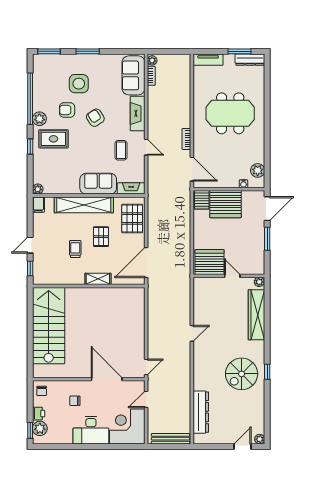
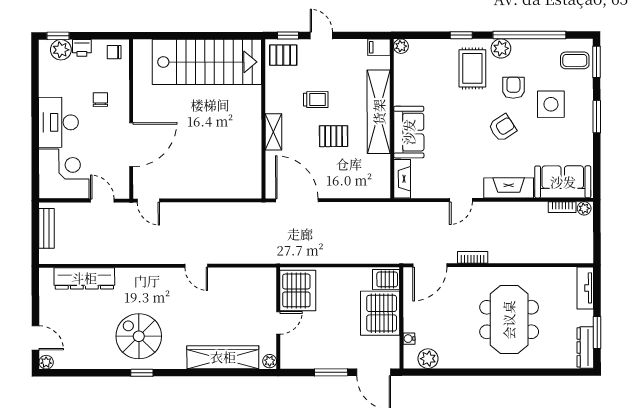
coffee table: (121, 150) -> (575, 60), moved
pallet: (132, 218) -> (283, 55), moved, width x0.67, depth x0.71
bench: (171, 439) -> (46, 228), width x0.73

